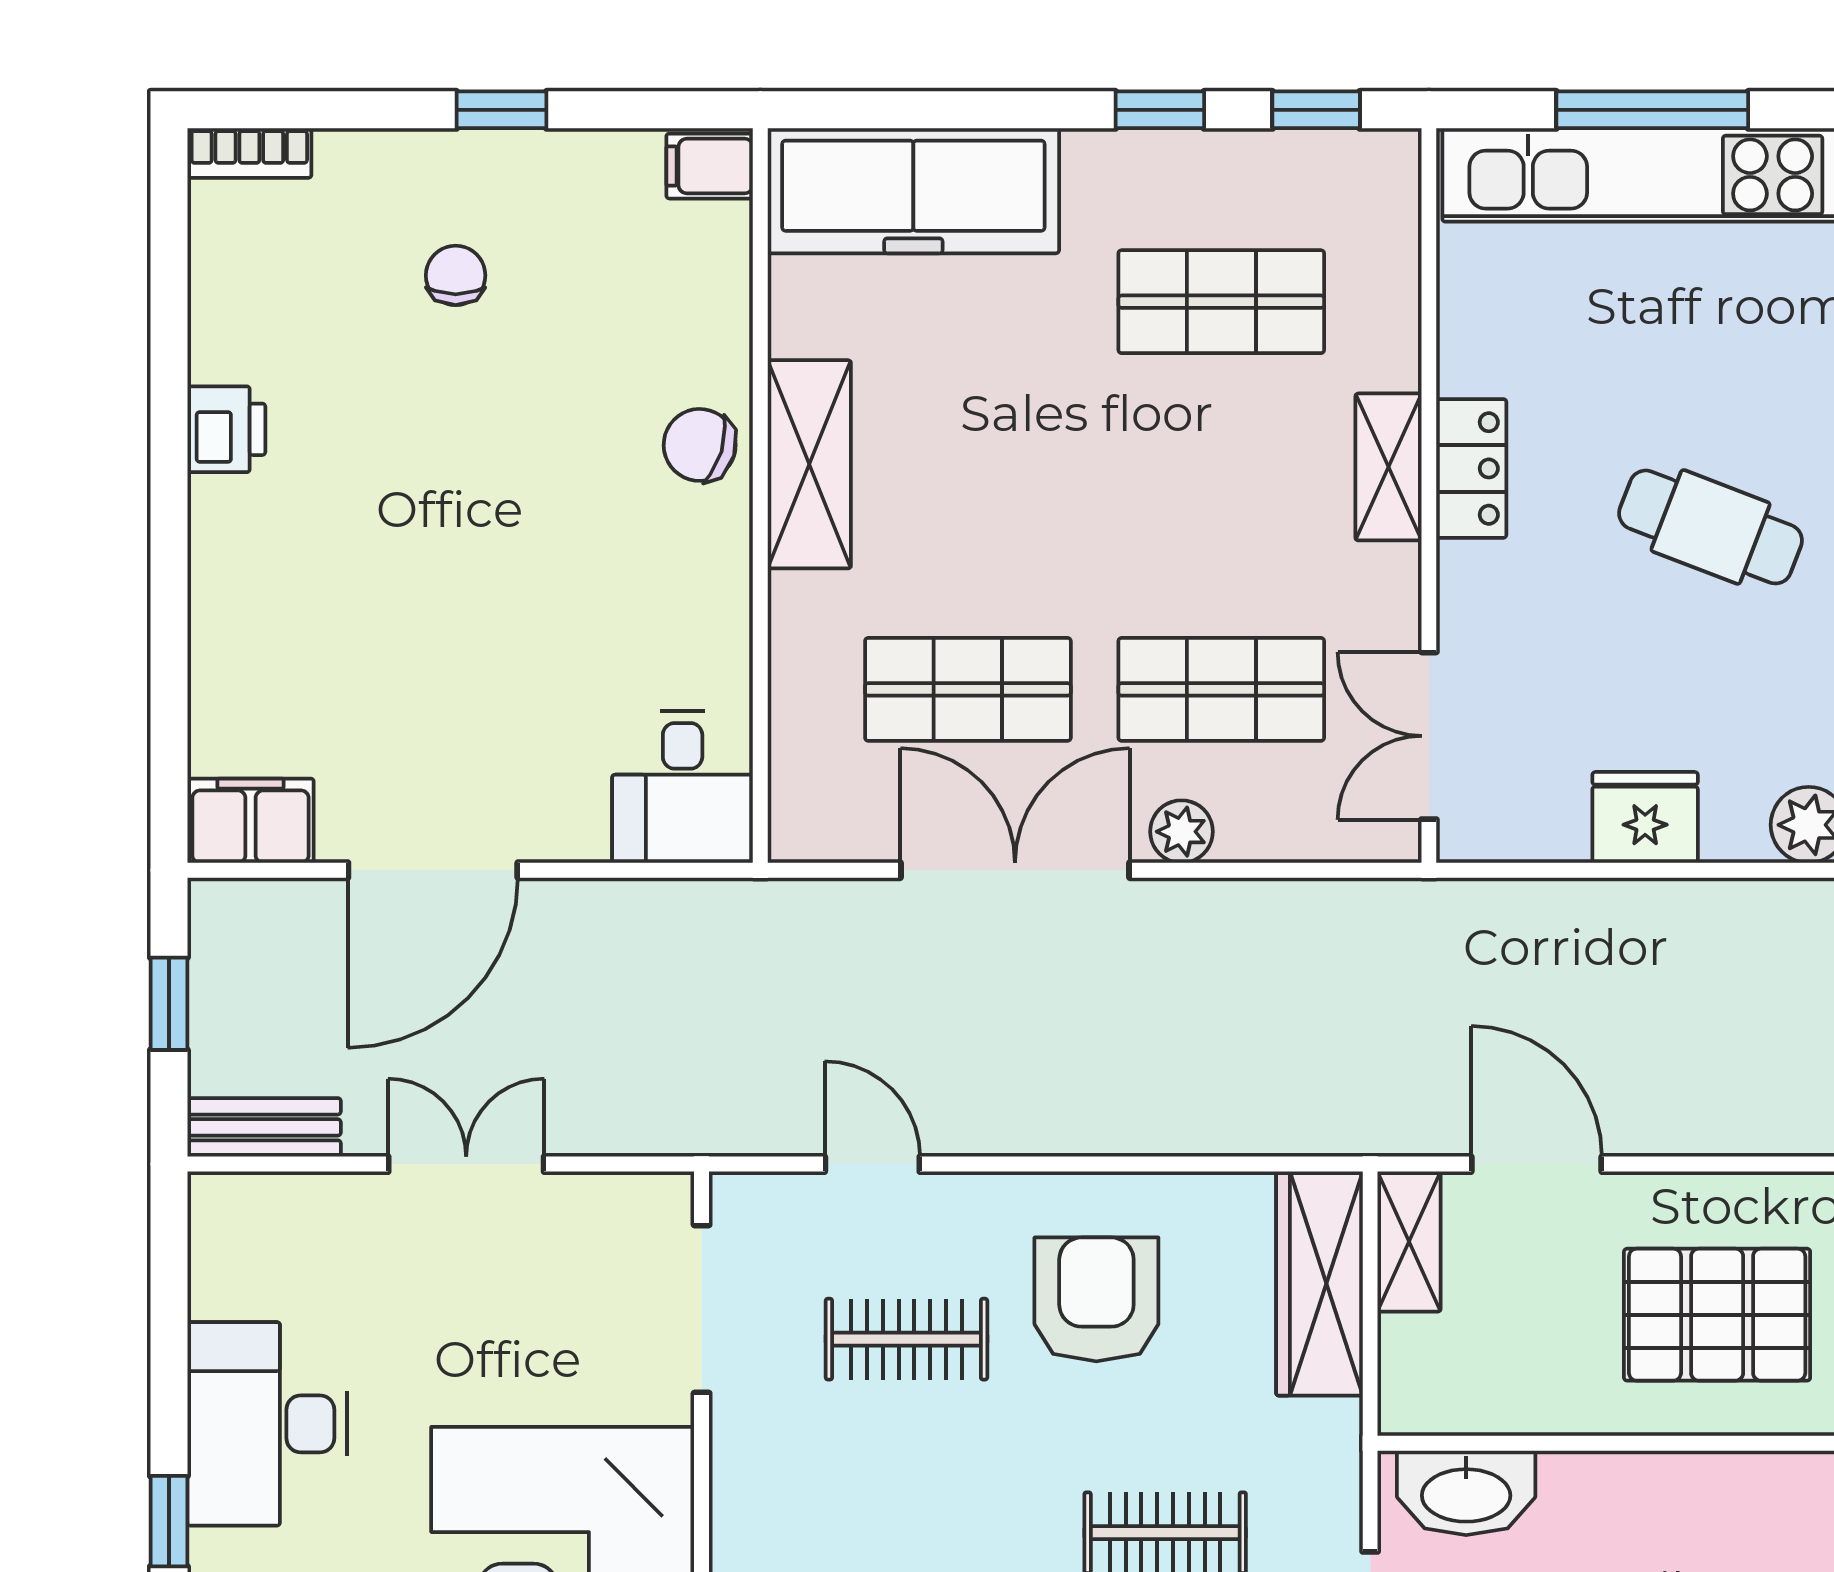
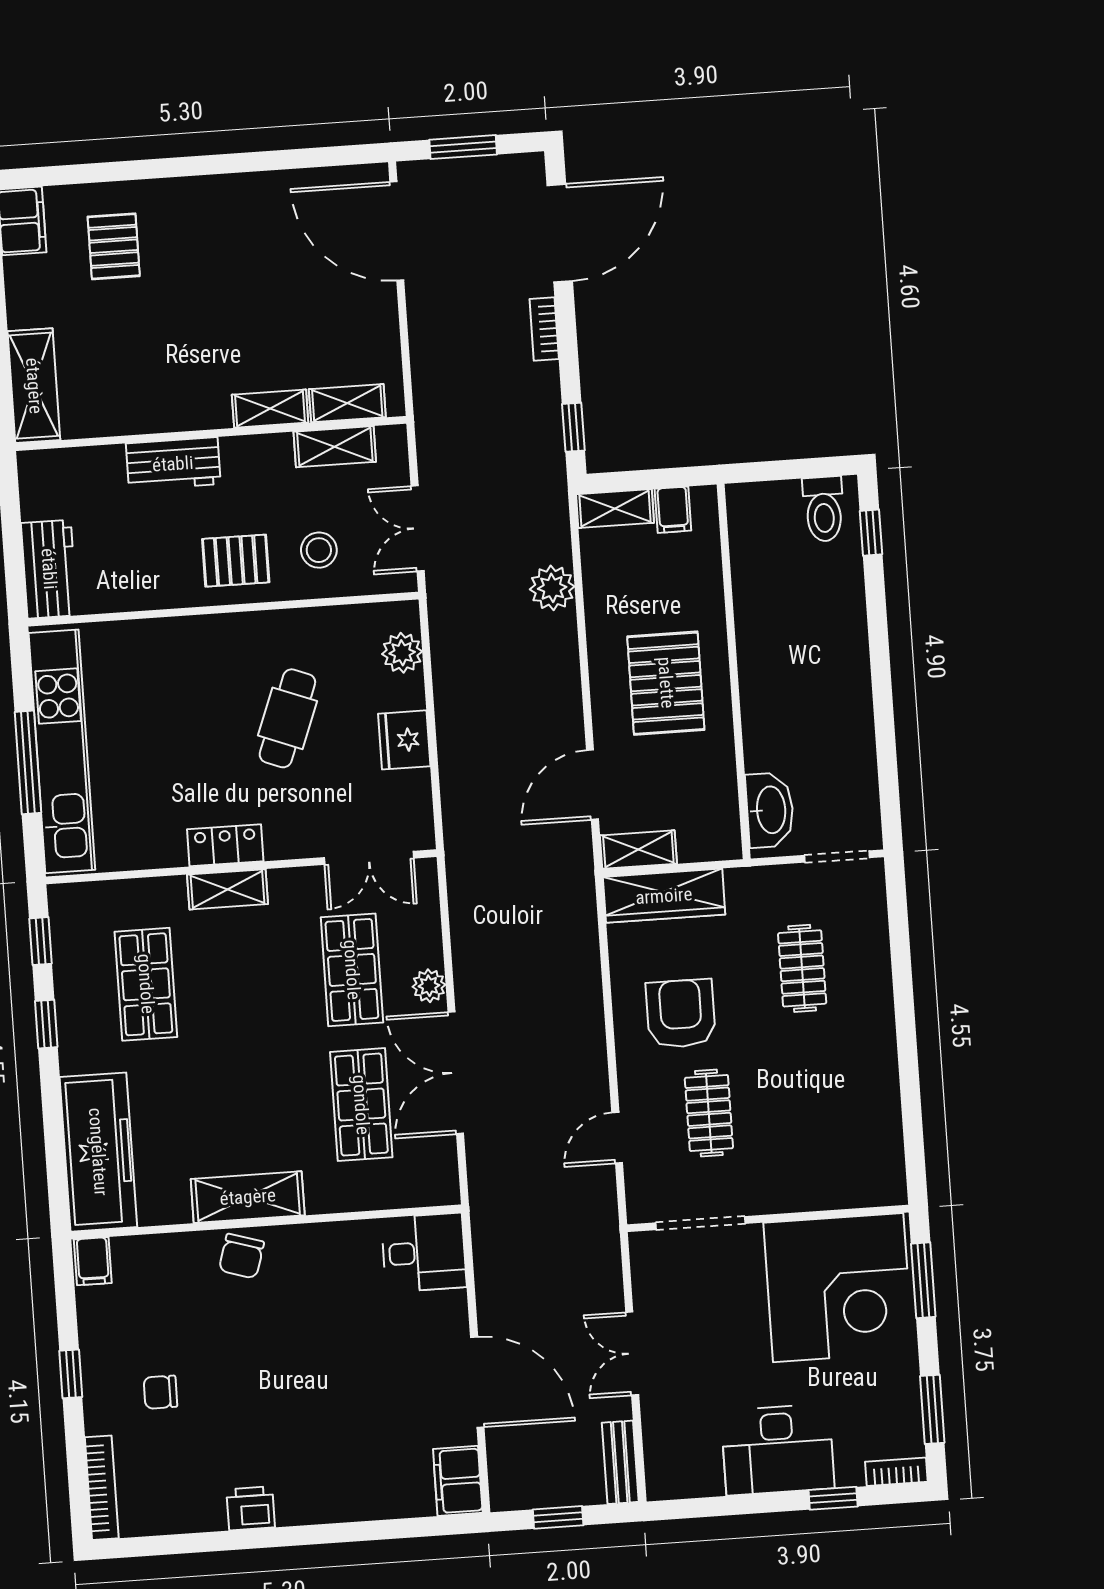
bookcase: (249, 153) -> (102, 1488), width x1.56
cafe table: (1711, 527) -> (287, 718), moved
armchair: (1096, 1299) -> (681, 1014), turned 90

